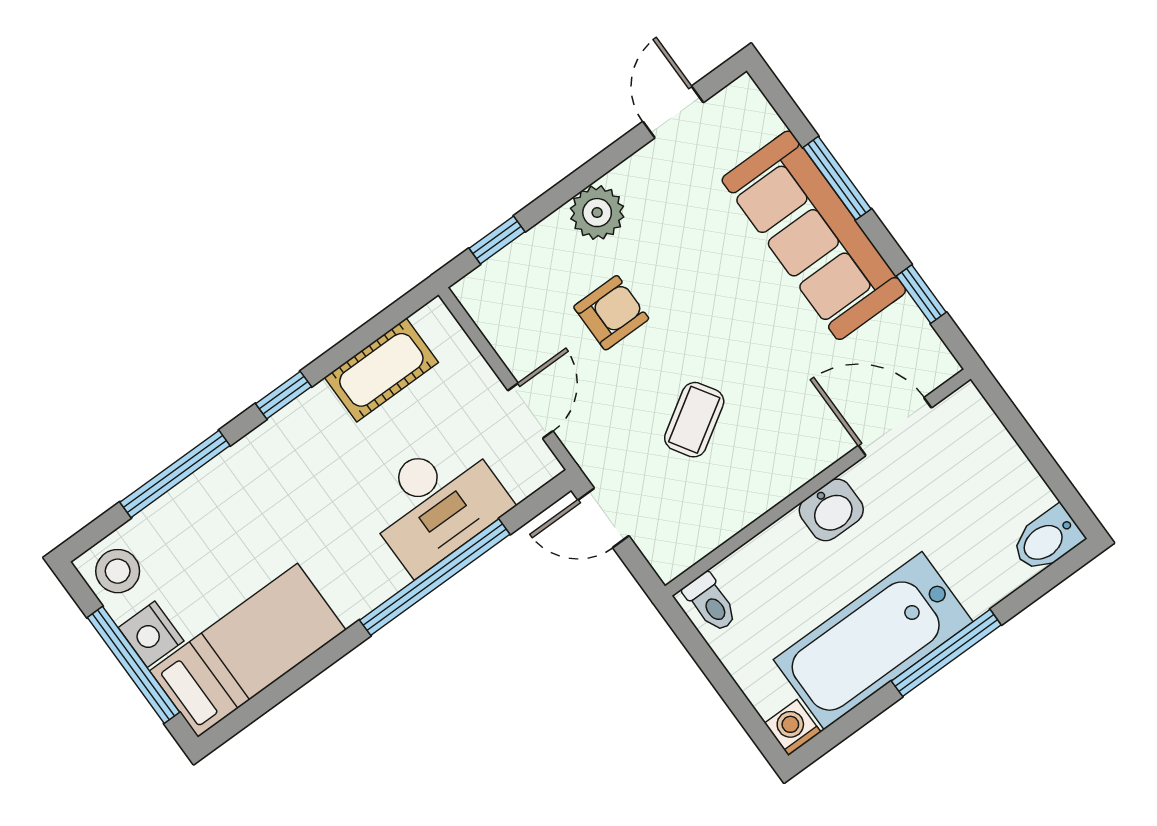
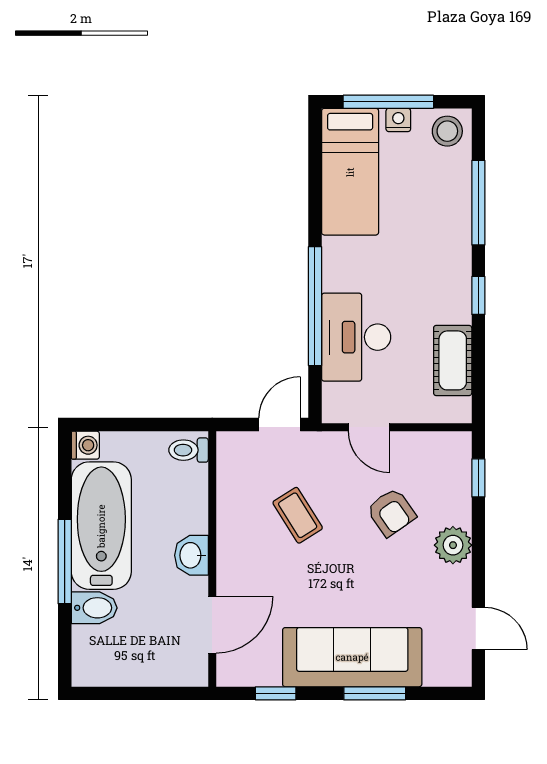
armchair: (611, 313) -> (391, 512), turned -35
bidet: (1047, 540) -> (94, 608), moved, turned 90
nightstand: (151, 634) -> (398, 120), width x0.72, depth x0.74

